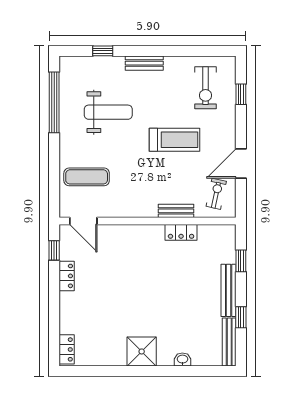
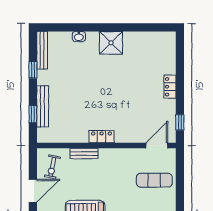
door: (83, 221) -> (157, 146), hinge flipped
locker: (181, 232) -> (102, 137), moved
locker: (67, 276) -> (170, 87), moved
bench: (229, 290) -> (43, 106), moved
locker: (67, 349) -> (170, 44), removed

